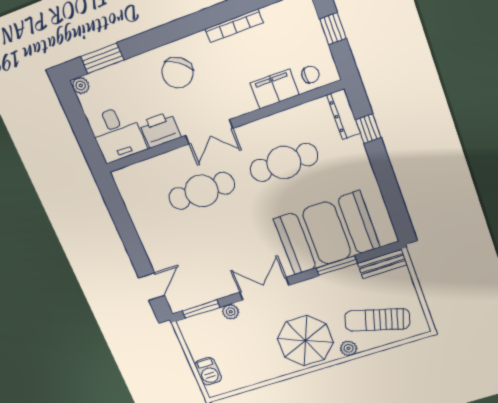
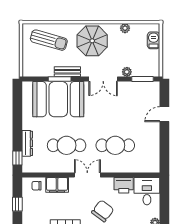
dresser: (343, 114) -> (27, 143), moved
window: (368, 129) -> (17, 158), moved
double door: (209, 132) -> (87, 175), moved
bench: (382, 264) -> (67, 72), moved
door: (152, 287) -> (164, 114), moved
plant: (349, 348) -> (125, 28), moved

